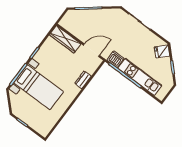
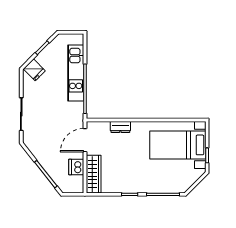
door: (92, 50) -> (85, 140), hinge flipped
dishwasher: (115, 59) -> (76, 167), moved
bed with nightstands: (39, 87) -> (178, 145), moved, turned -90

